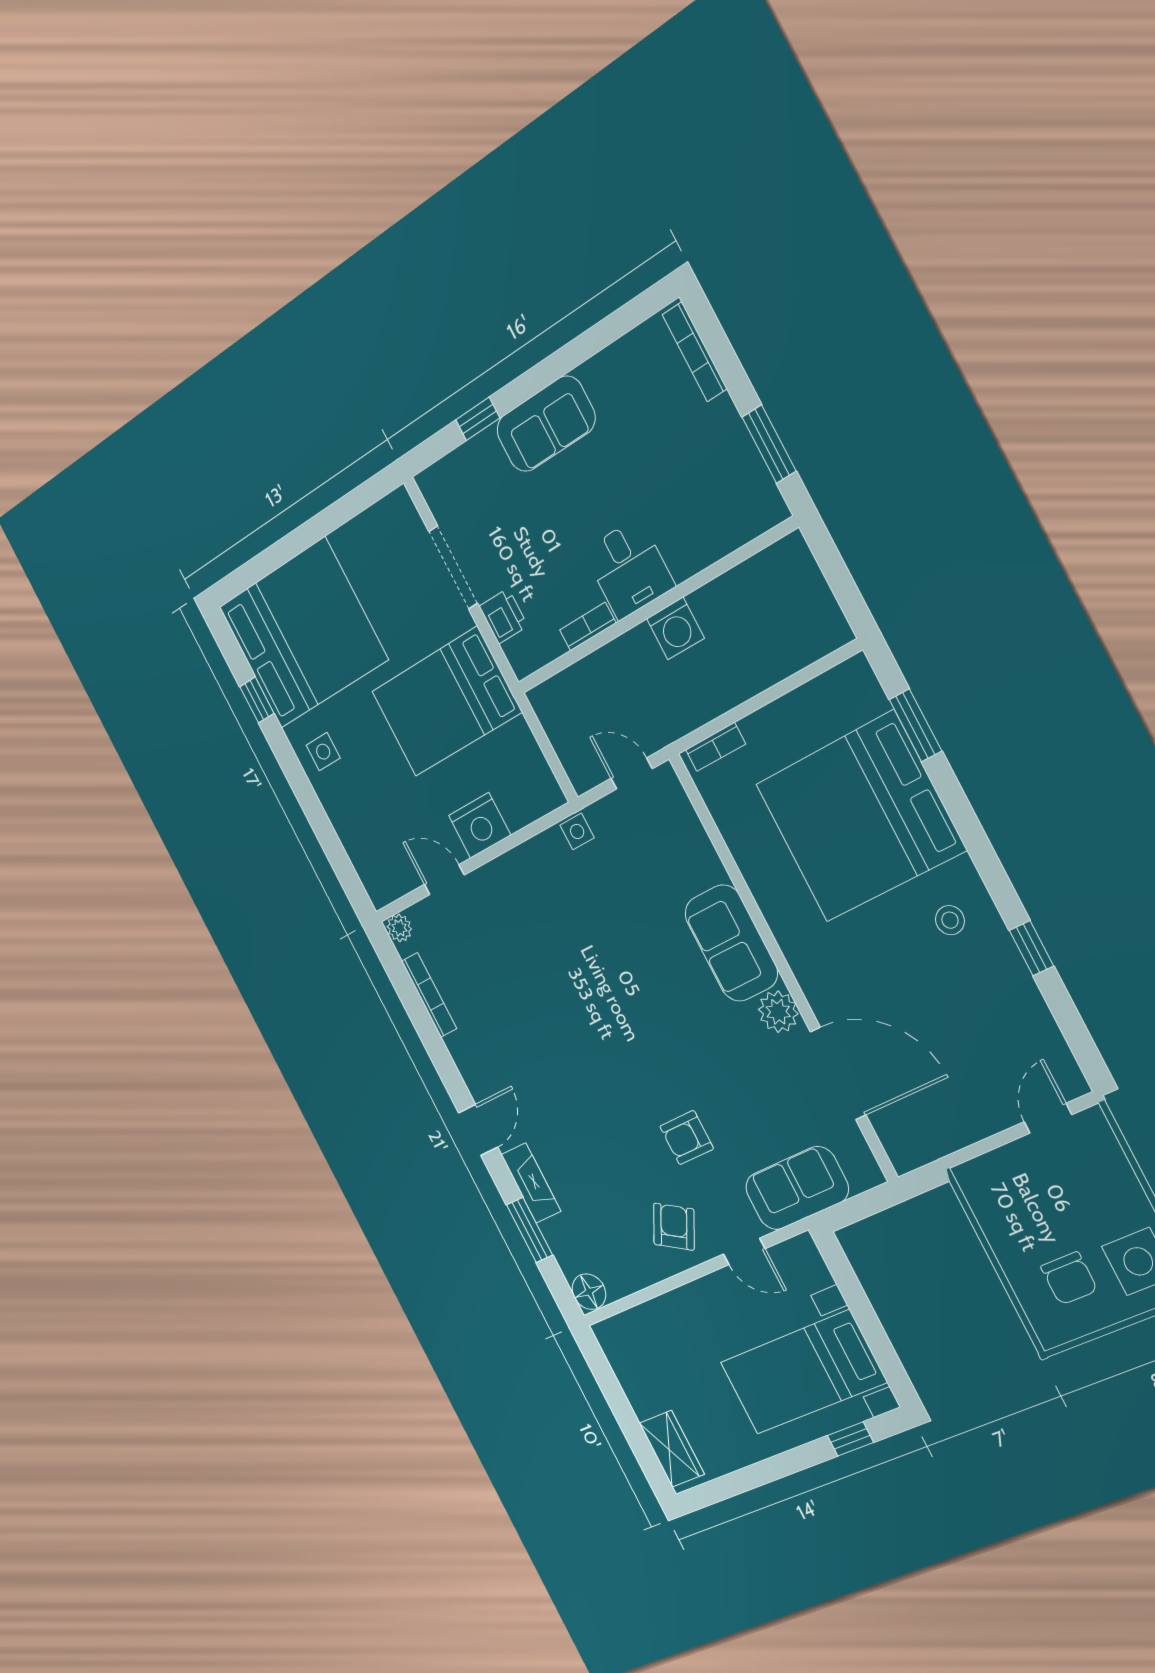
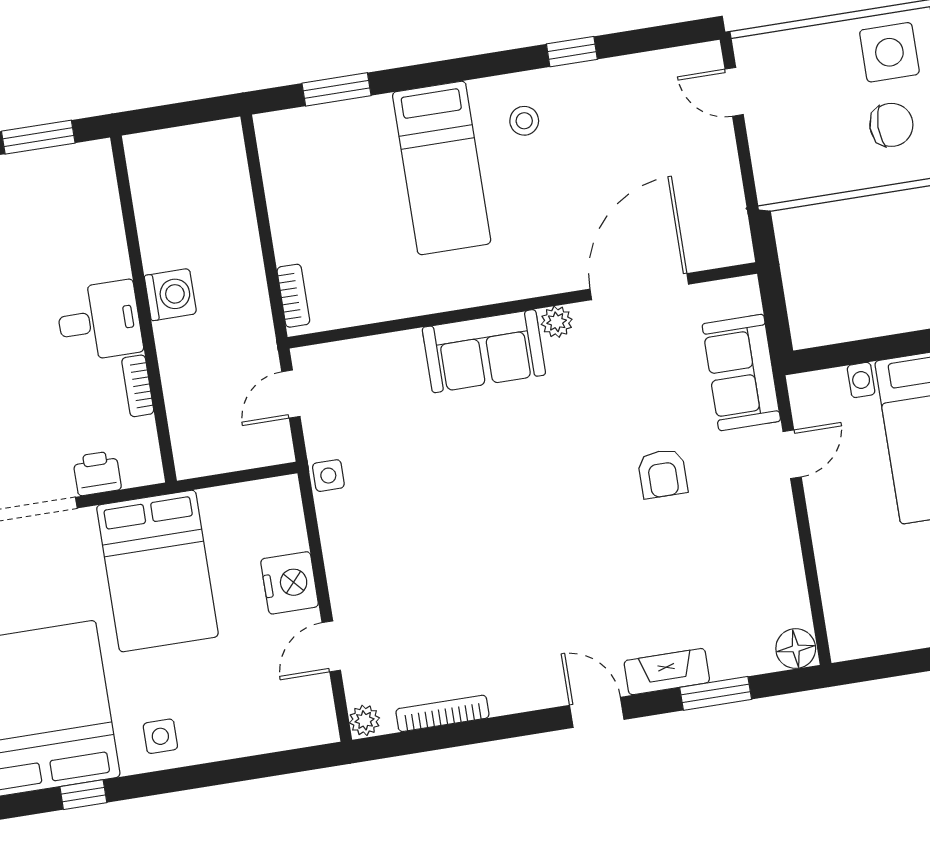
bed: (860, 817) -> (442, 168), width x0.49
plant: (778, 1012) -> (557, 322), width x0.73, depth x0.73
armchair: (674, 1227) -> (750, 523), removed

